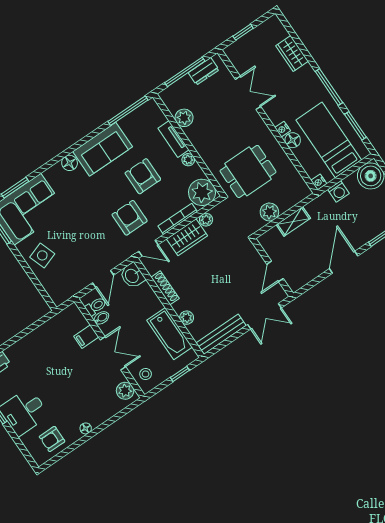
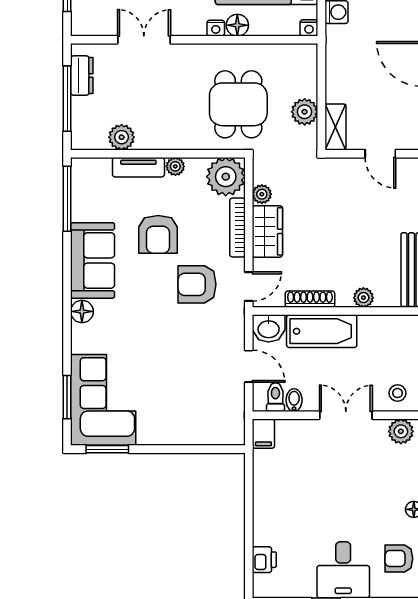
armchair: (143, 176) -> (158, 234), turned -90
shelving: (293, 221) -> (335, 127), moved
side table: (42, 255) -> (171, 420), removed
bathtub: (170, 334) -> (322, 331), moved
filing cabinet: (86, 337) -> (263, 434), moved
armchair: (52, 439) -> (399, 558), turned 90

